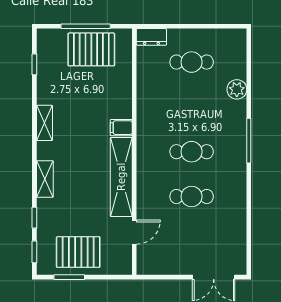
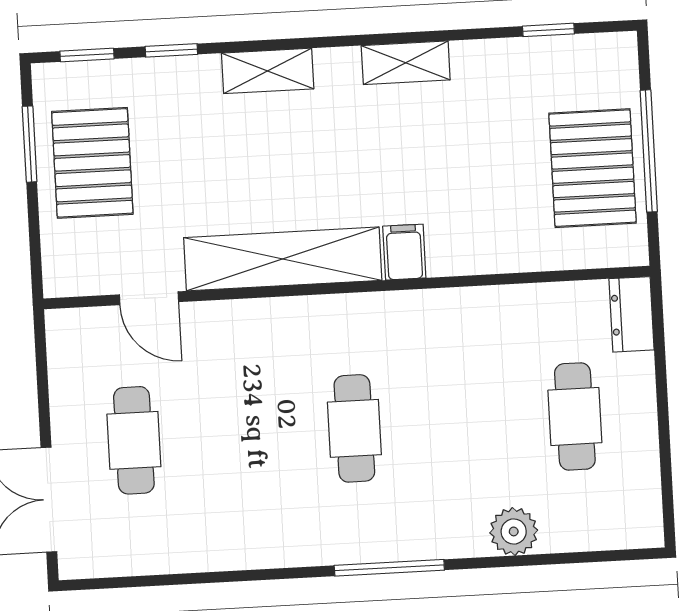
cafe table: (192, 197) -> (134, 440), moved

